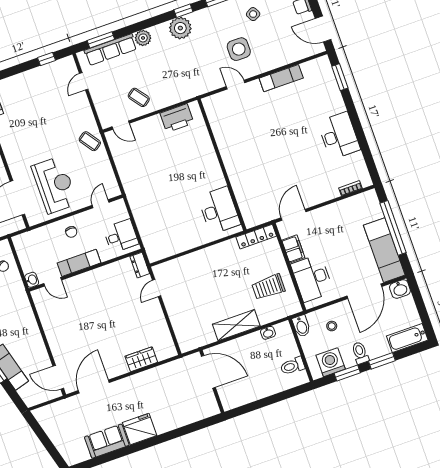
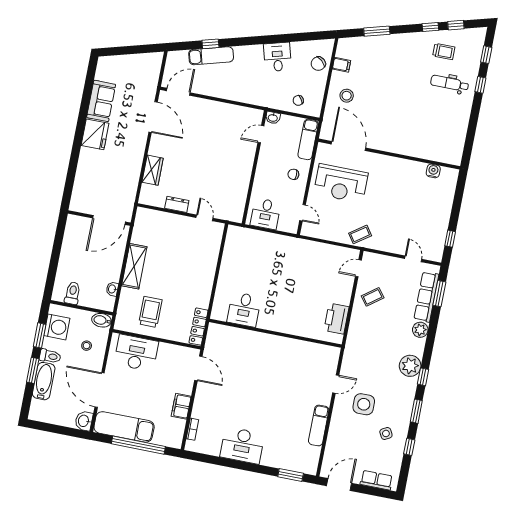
desk: (219, 210) -> (244, 309), width x0.73
filing cabinet: (293, 249) -> (181, 406), moved, turned 90
exam couch: (79, 263) -> (308, 139), moved, turned 180
dresser: (140, 265) -> (177, 204), moved
bathtub: (407, 338) -> (44, 381), moved

